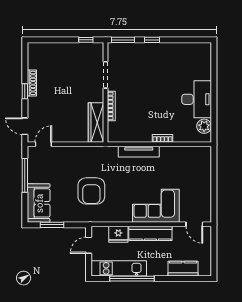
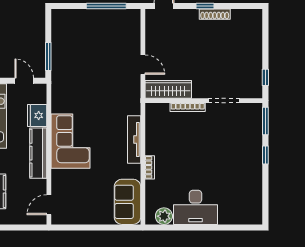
door: (43, 144) -> (143, 65), moved
armchair: (91, 191) -> (88, 84), removed
sofa: (39, 203) -> (127, 202), moved, turned 90
corner sofa: (156, 206) -> (71, 141), moved
window: (52, 225) -> (48, 56), moved

